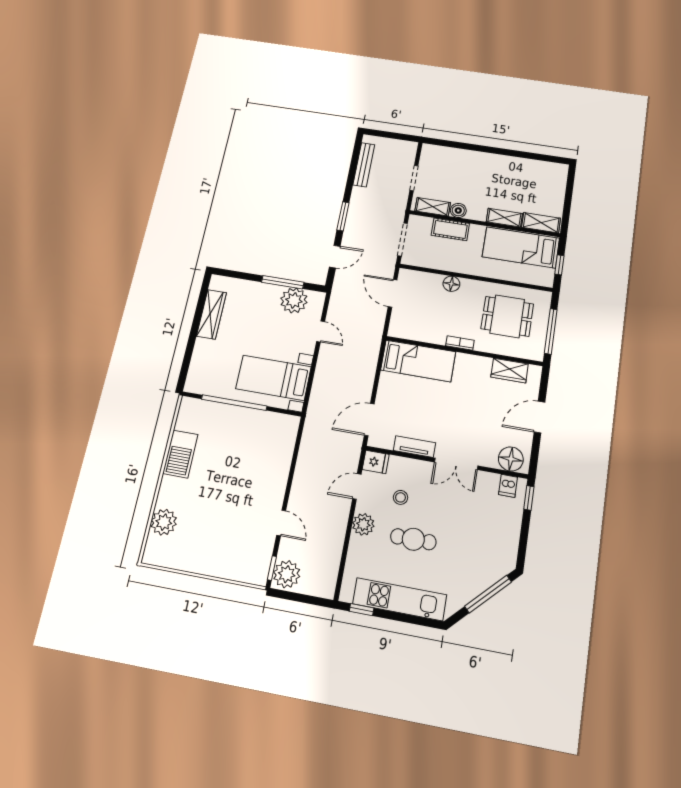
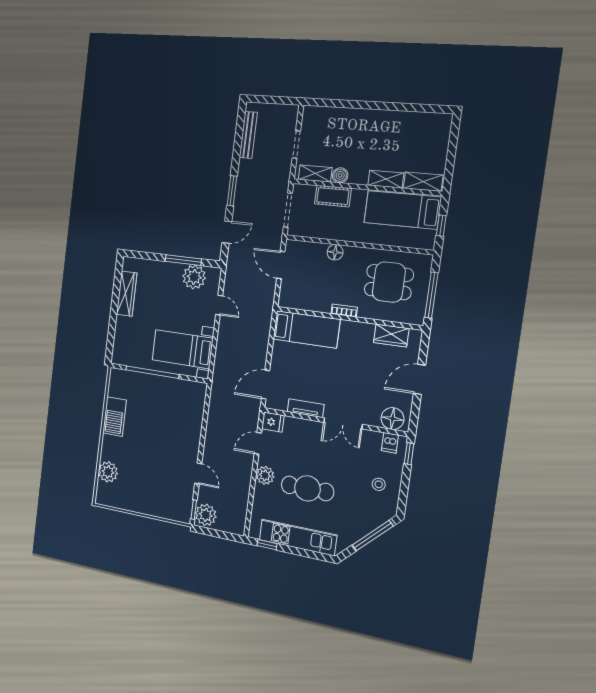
stool: (401, 497) -> (379, 484), moved
cafe table: (413, 539) -> (307, 488), width x1.37, depth x1.35

